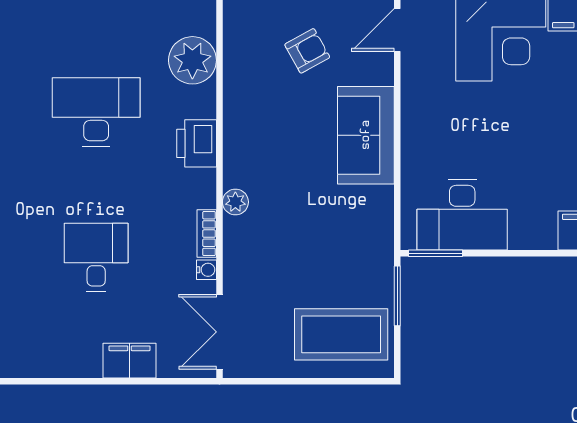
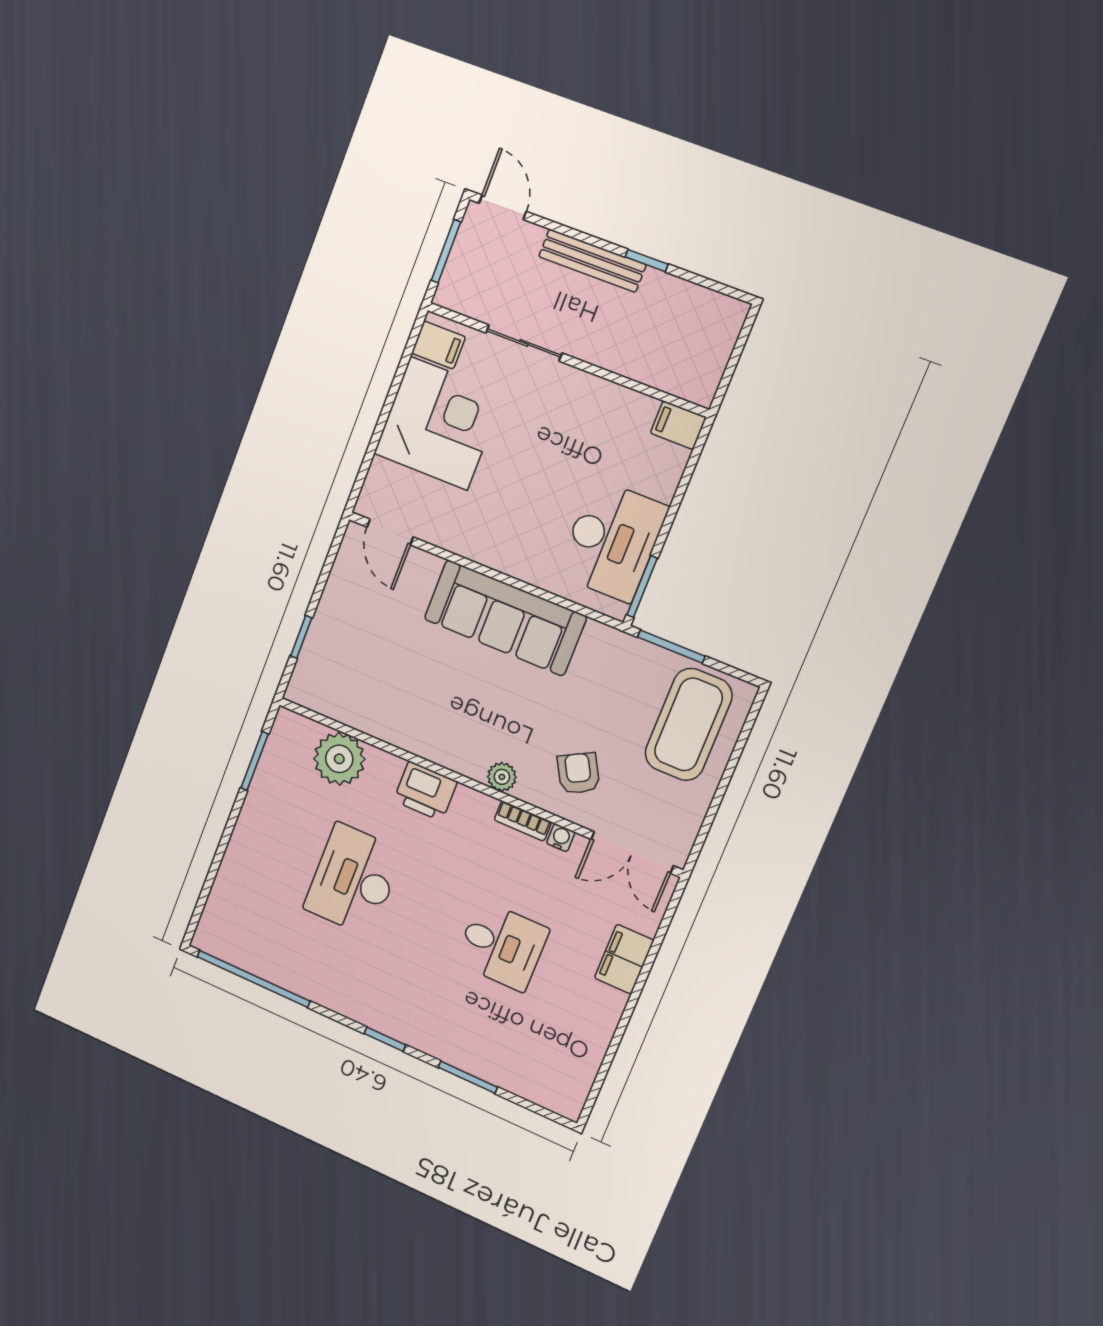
armchair: (307, 51) -> (578, 773), moved
sofa: (366, 135) -> (505, 618), width x1.36
desk: (96, 257) -> (502, 946), turned 180

